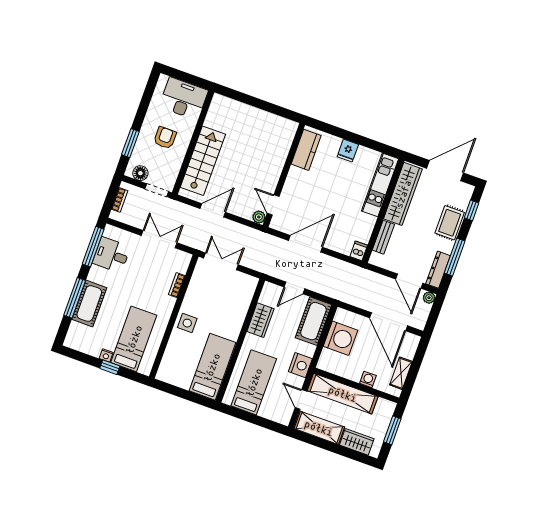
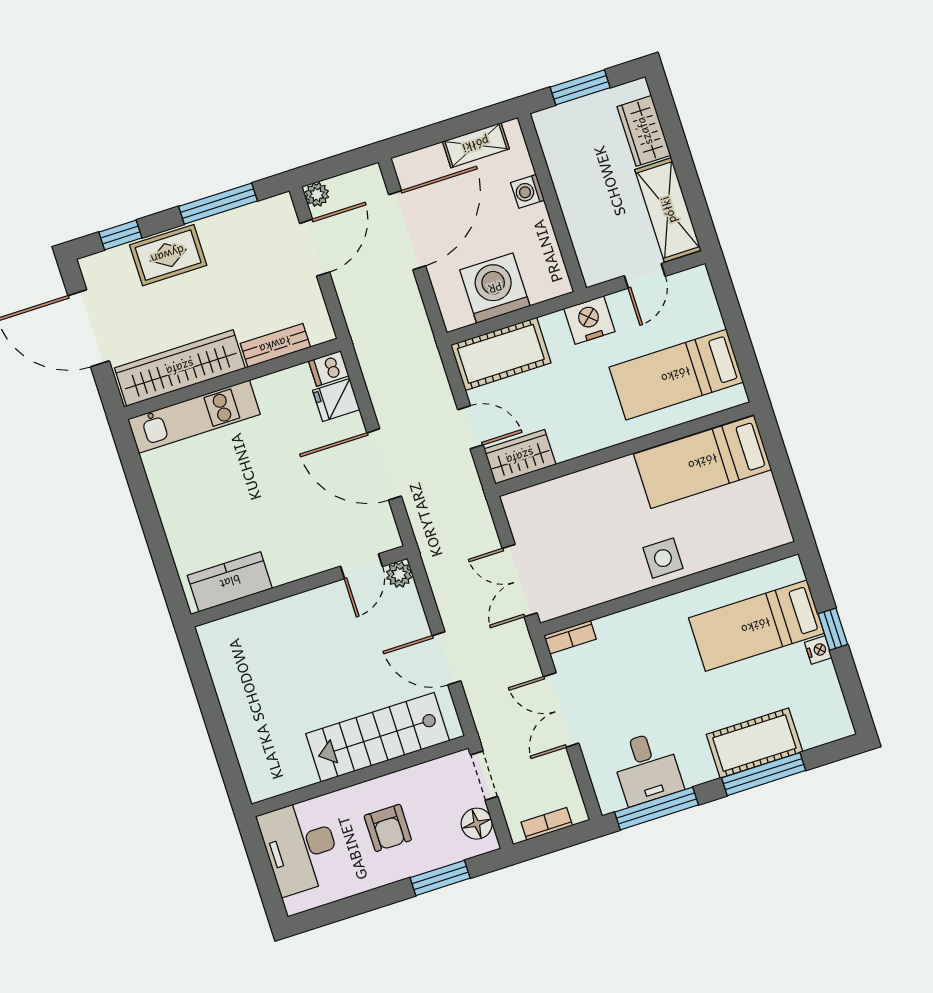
armchair: (165, 138) -> (388, 828), turned -90
fridge: (348, 151) -> (336, 400), moved, turned 180
dresser: (438, 270) -> (260, 215), removed
bookcase: (177, 285) -> (570, 637), moved
wardrobe: (260, 320) -> (520, 457), moved
shelving: (343, 394) -> (583, 215), removed

